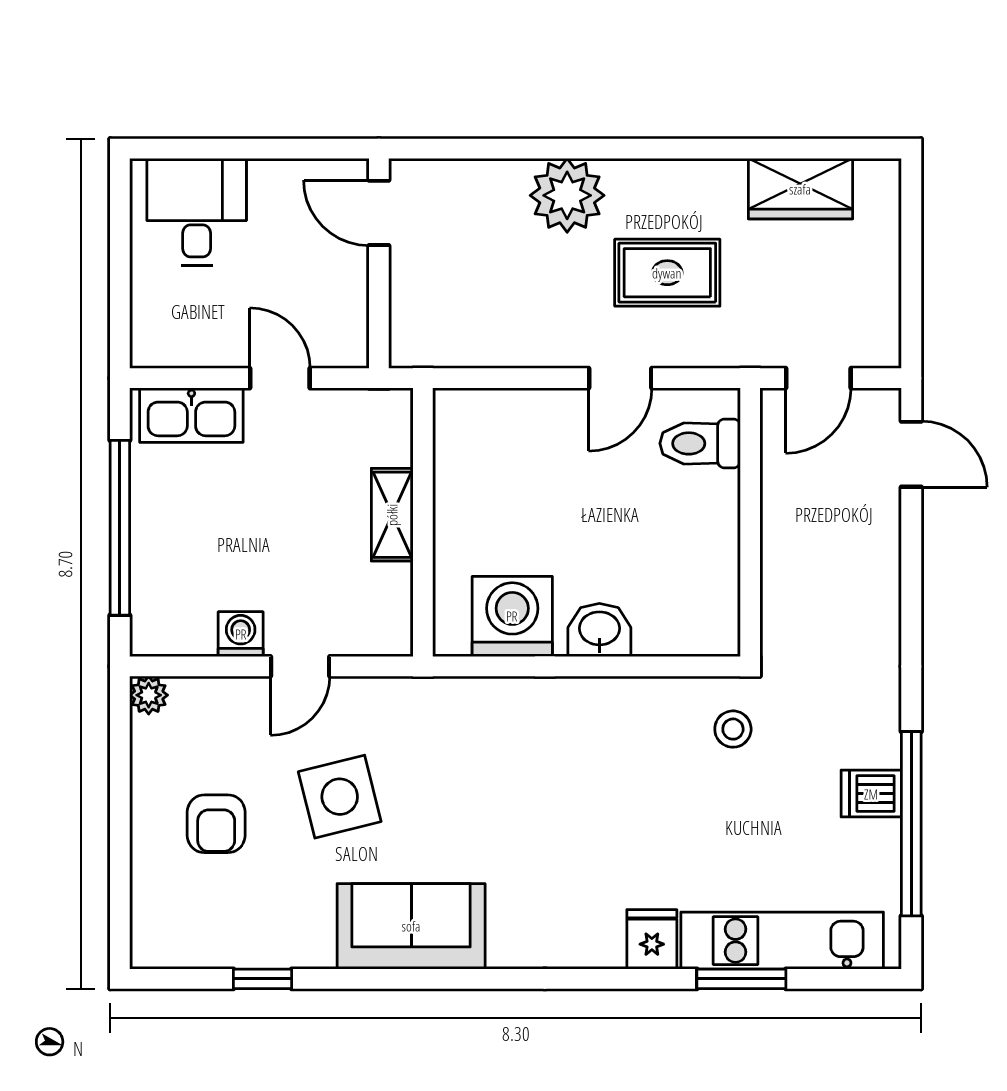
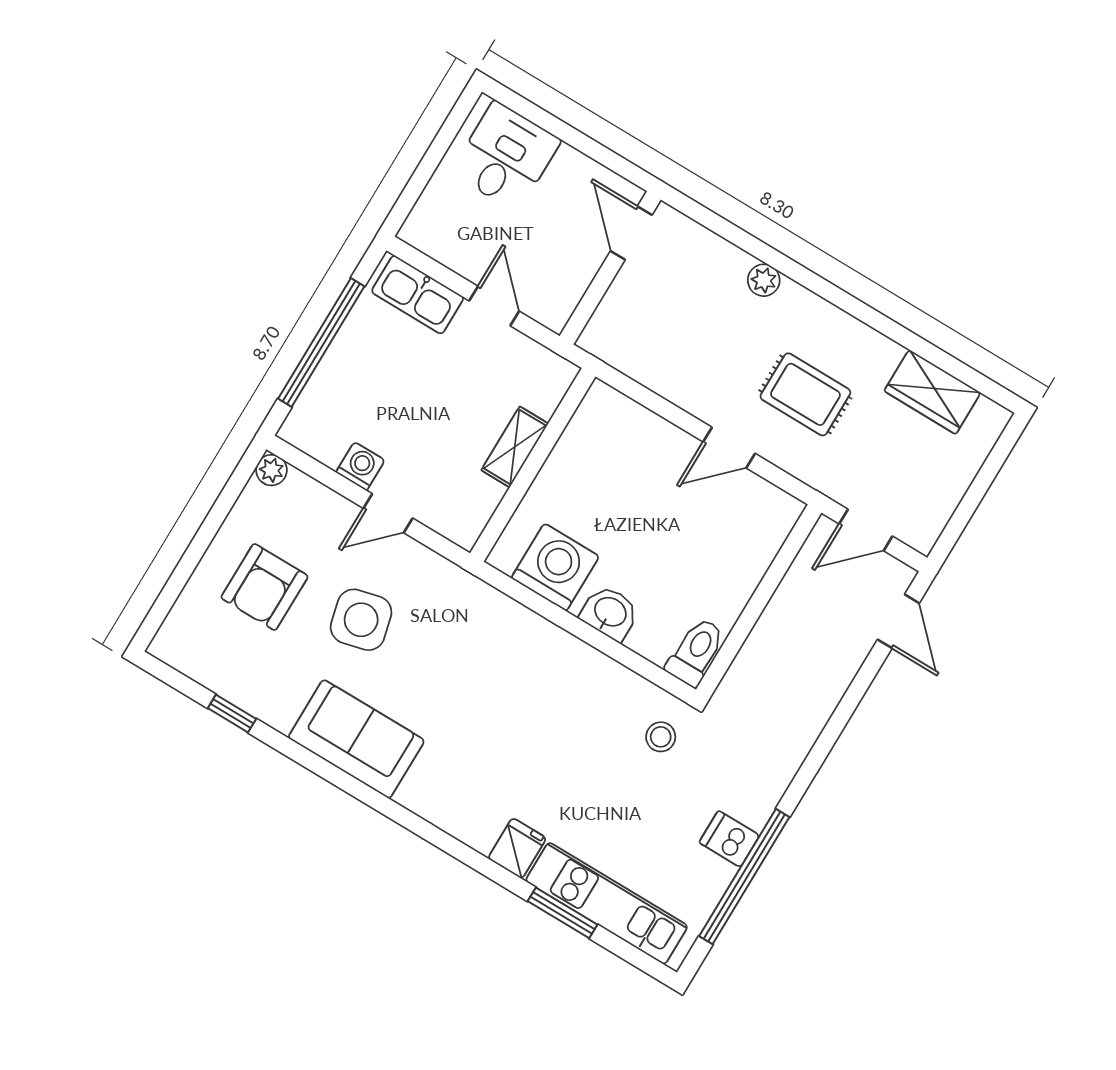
plant: (567, 195) -> (764, 280), width x0.53, depth x0.53
toilet: (700, 443) -> (696, 652), moved, turned 90
armchair: (216, 824) -> (265, 587), width x1.38, depth x1.38

